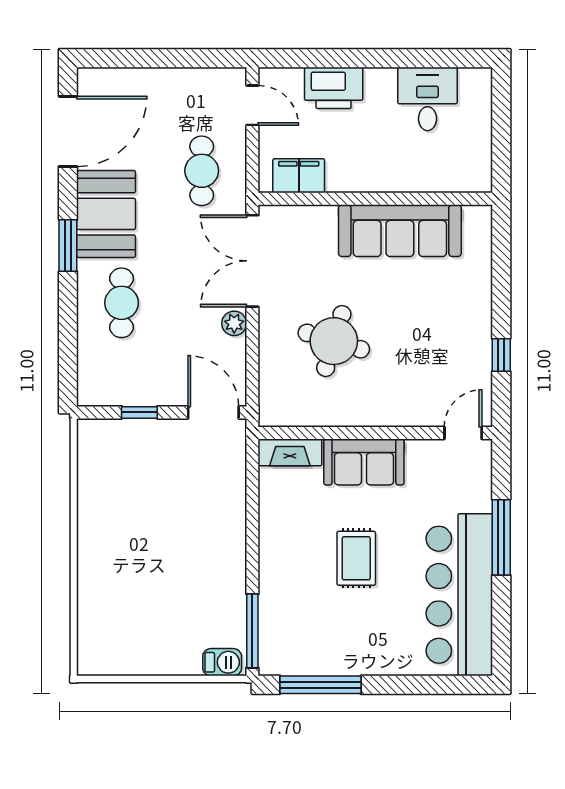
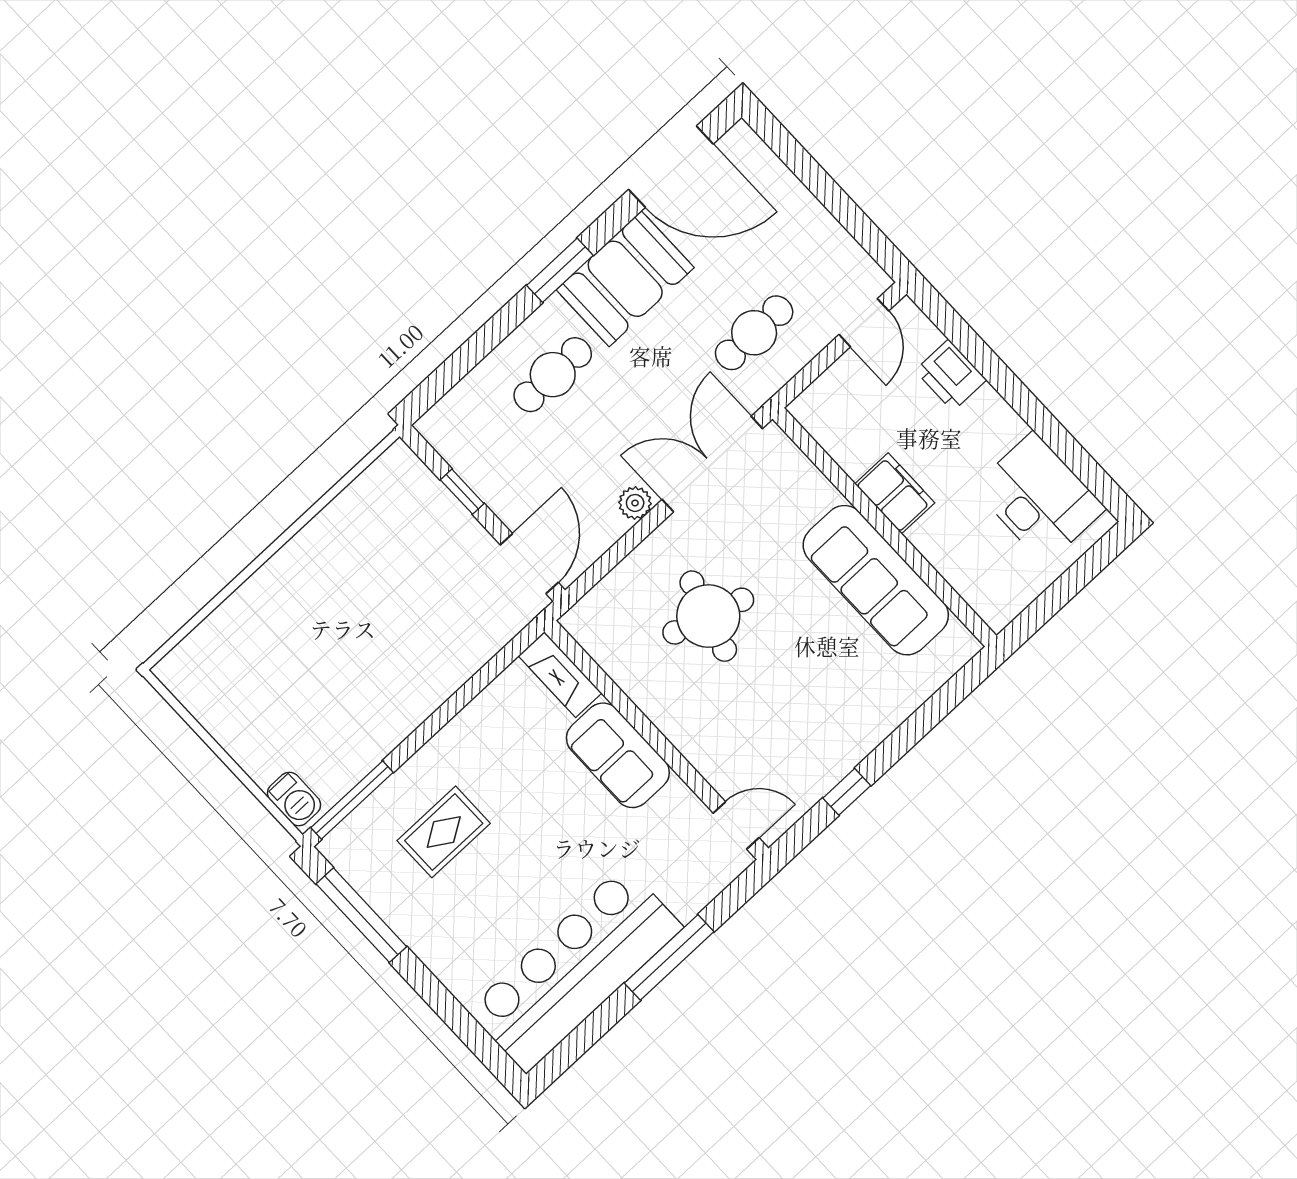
printer: (334, 88) -> (951, 375), width x0.73, depth x0.84
desk: (427, 99) -> (1039, 498), width x1.37
filing cabinet: (299, 176) -> (895, 493), moved
rug: (356, 558) -> (444, 832), moved

